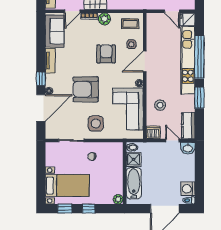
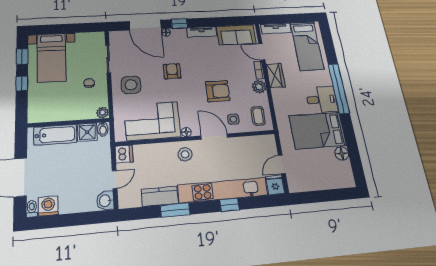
window: (199, 57) -> (229, 205), width x0.32
armchair: (86, 89) -> (172, 71), width x0.53, depth x0.53
stool: (160, 105) -> (185, 154), moved
kitchen counter: (188, 126) -> (160, 196), moved
plant: (118, 199) -> (103, 113), moved

